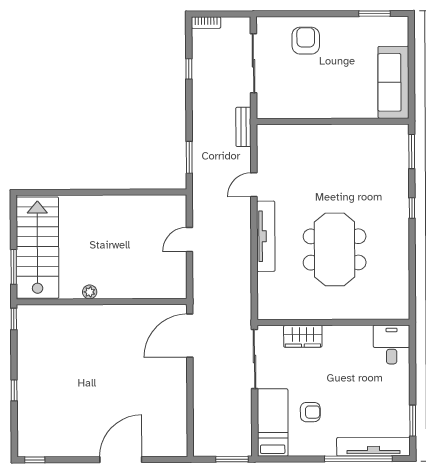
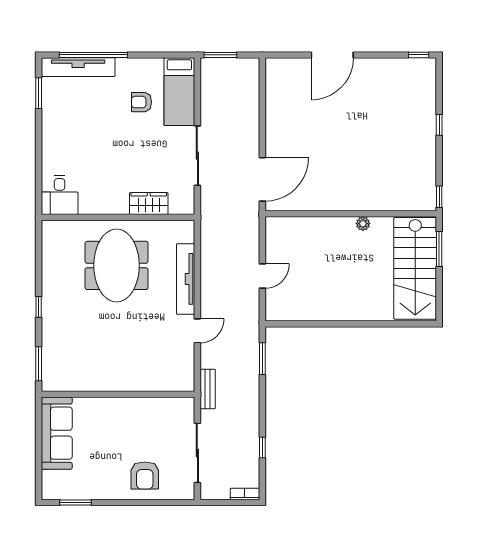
wall: (333, 322) -> (118, 217), moved
wardrobe: (303, 336) -> (149, 204), moved
desk: (392, 344) -> (60, 195), moved

